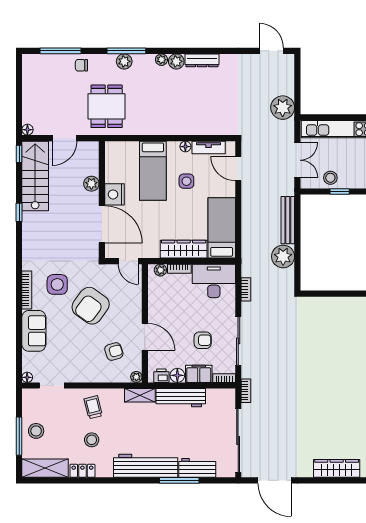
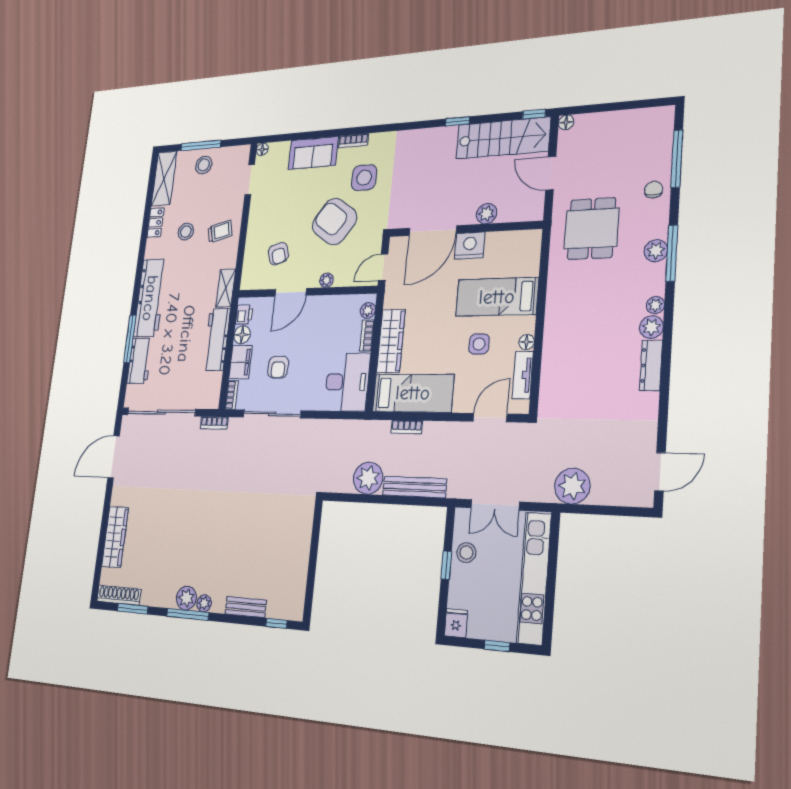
dining table: (107, 106) -> (591, 229), turned 90
bookcase: (246, 289) -> (407, 427), moved
bookcase: (27, 290) -> (353, 141), width x0.64
plant: (136, 377) -> (326, 280), moved

